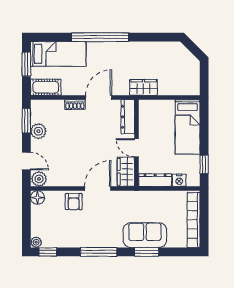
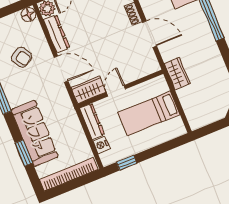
dresser: (128, 117) -> (57, 34), moved, turned 90
bed: (188, 127) -> (149, 113), moved
armchair: (74, 202) -> (22, 57), moved, turned -121
sofa: (145, 235) -> (35, 133), width x1.36
window: (147, 252) -> (24, 153), moved

